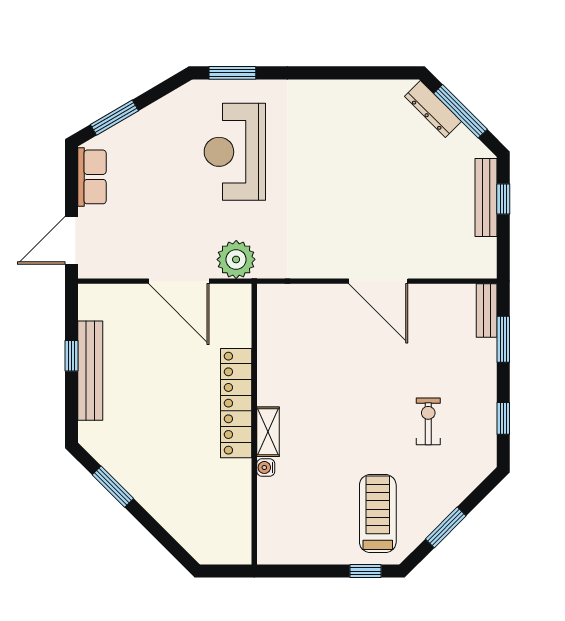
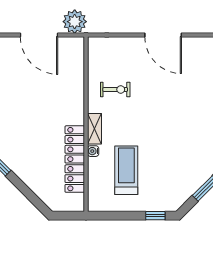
locker: (236, 403) -> (75, 159), moved
exercise bike: (428, 421) -> (115, 89), moved, turned 90
treadmill: (378, 514) -> (126, 170), moved

